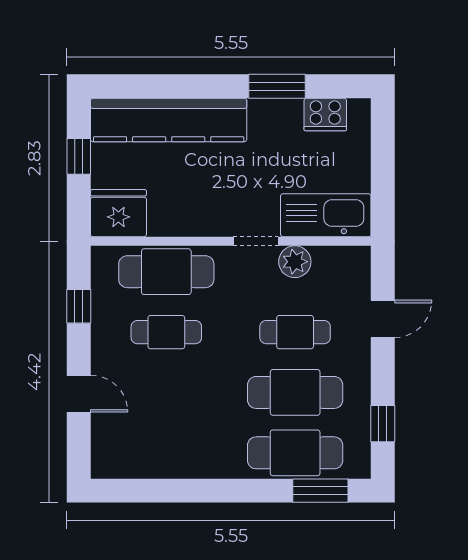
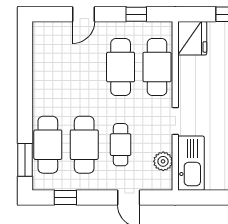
plant: (295, 262) -> (163, 161), moved
cafe table: (166, 332) -> (121, 67), width x1.37, depth x1.35

